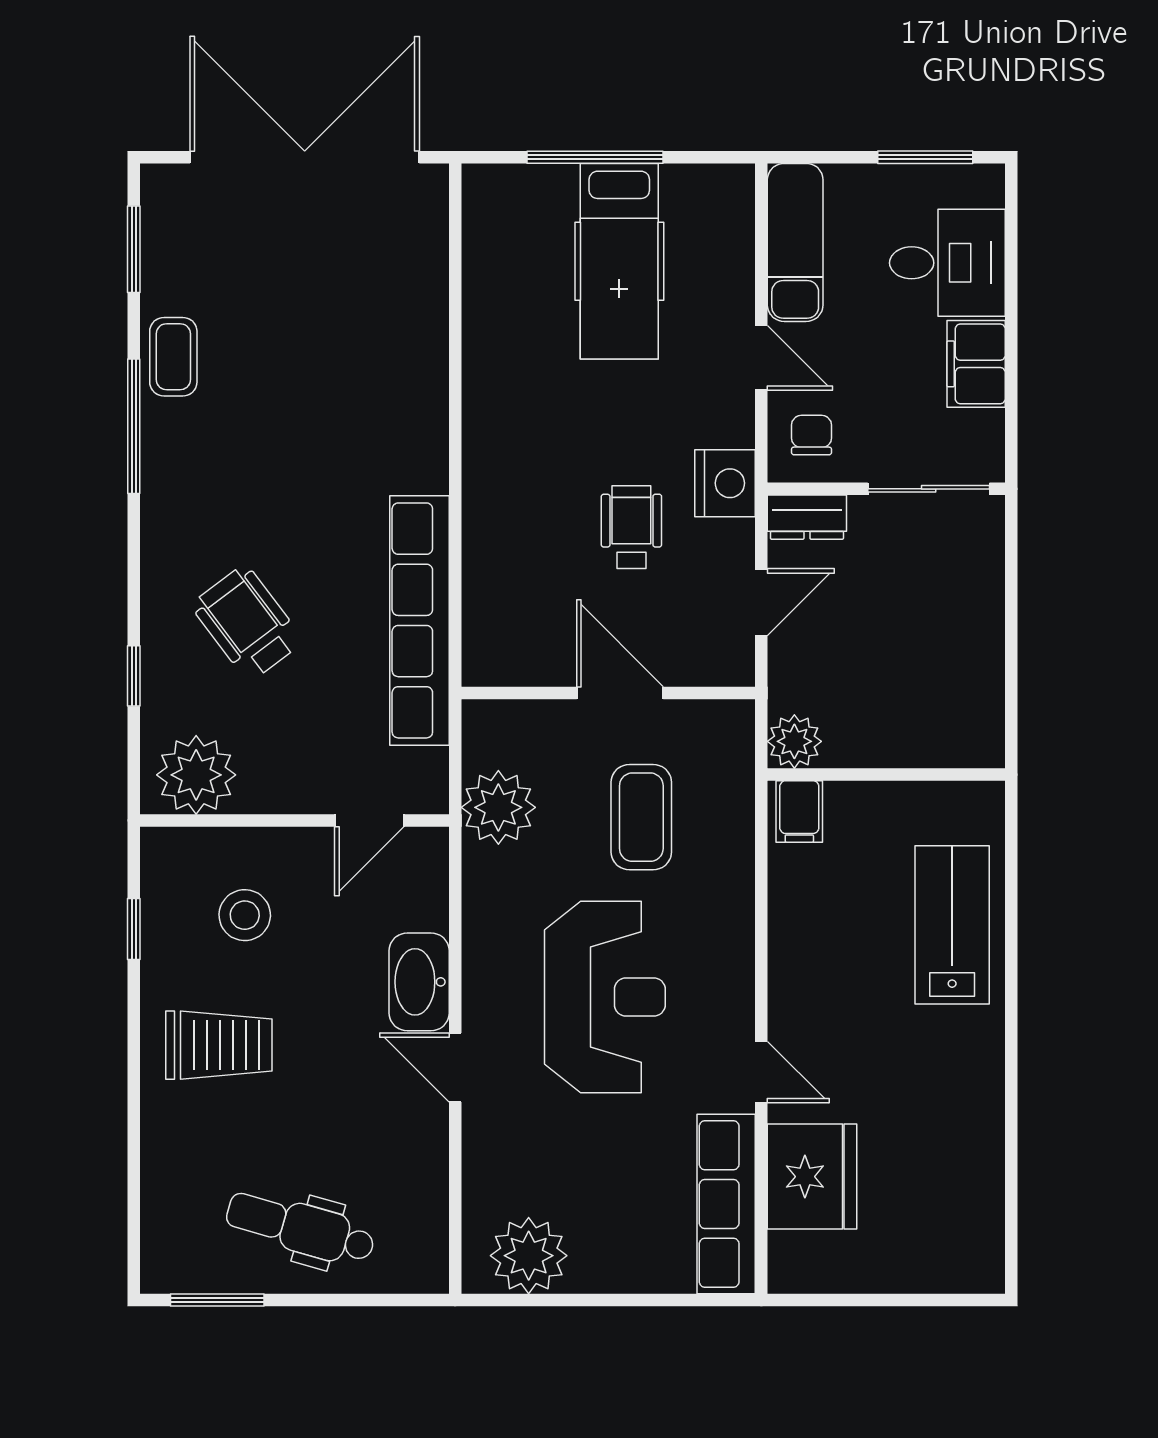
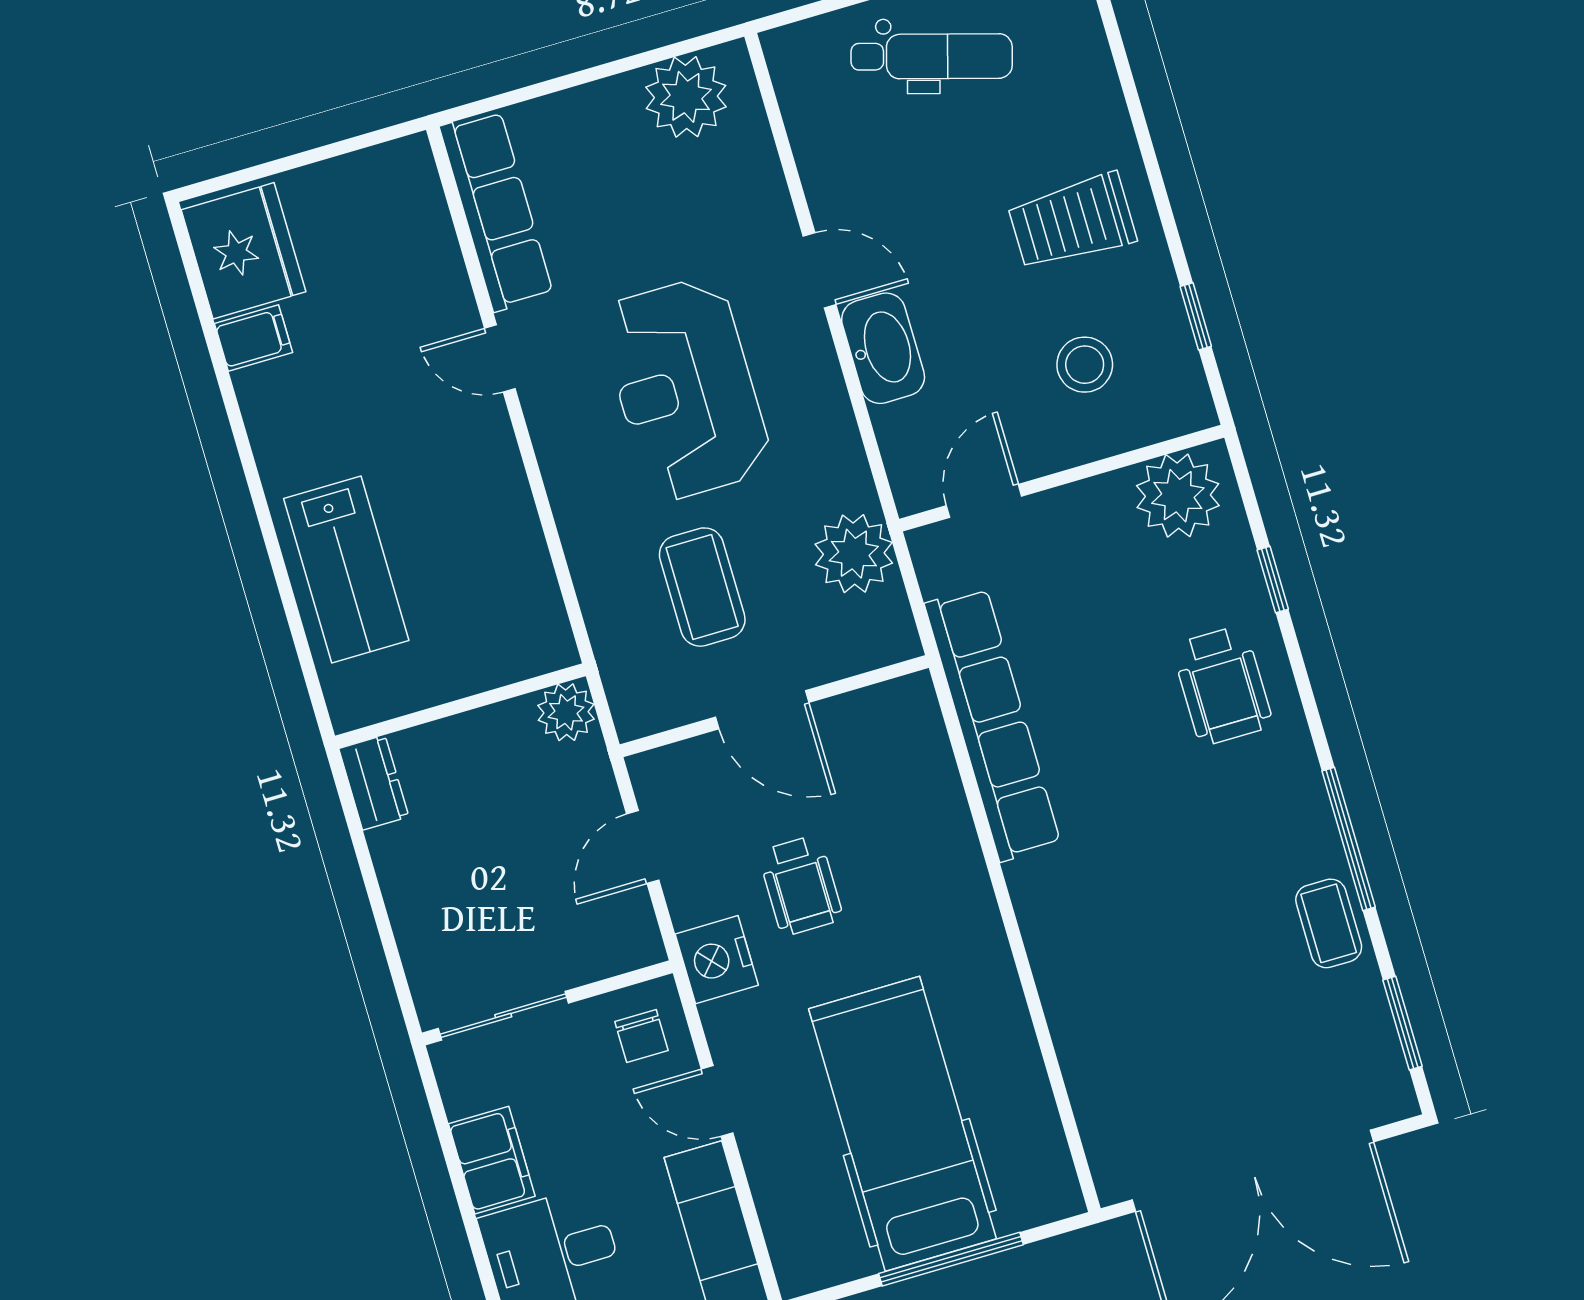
hospital bed: (619, 261) -> (902, 1124), width x1.37, depth x1.29
dresser: (807, 517) -> (374, 783), moved, turned 90
wheelchair: (247, 623) -> (1222, 685), moved, turned 37
filing cabinet: (799, 811) -> (253, 338), moved, turned 90
fridge: (812, 1177) -> (244, 251), moved, turned 180

